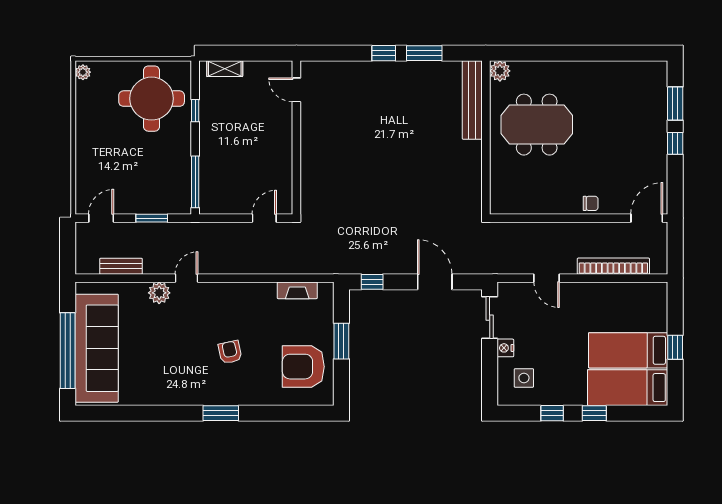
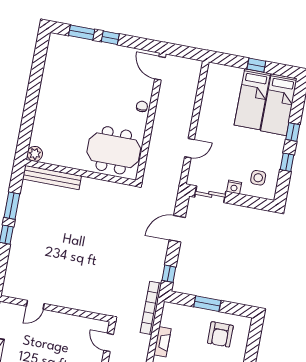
door: (296, 90) -> (35, 305), moved
meeting table: (537, 125) -> (114, 150), moved, turned 90
bookcase: (613, 266) -> (151, 308), moved
fireplace: (297, 290) -> (162, 342), moved
armchair: (303, 367) -> (220, 334), width x0.73, depth x0.73

